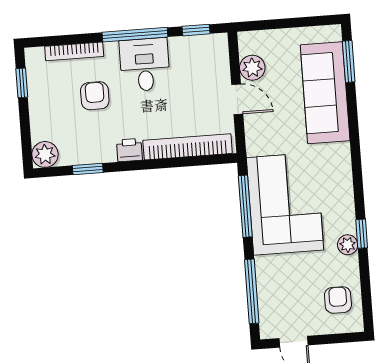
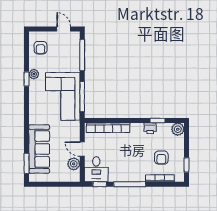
desk: (145, 65) -> (96, 169), moved
armchair: (95, 96) -> (161, 158), moved
printer: (129, 150) -> (150, 128), moved

